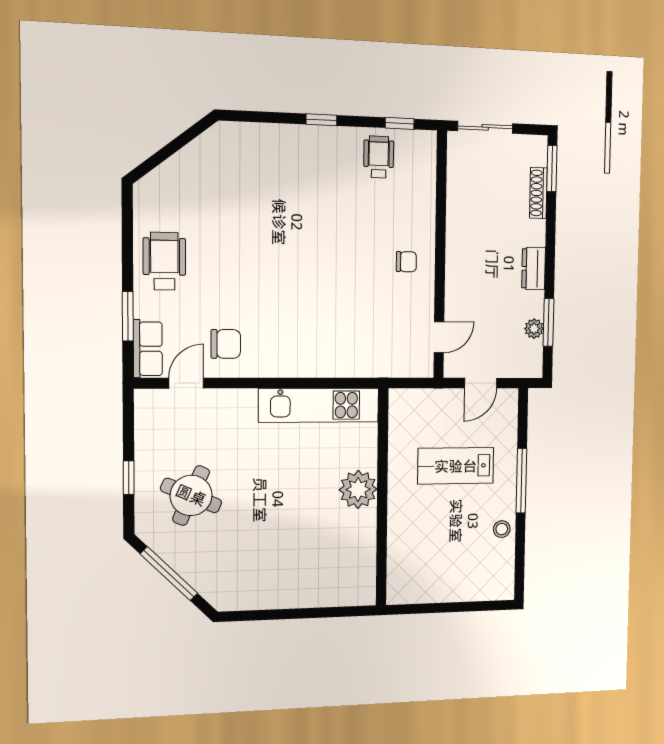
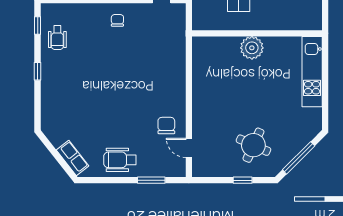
wheelchair: (379, 157) -> (57, 38), turned -90
row of seats: (148, 349) -> (73, 158), moved, turned 52
kitchen unit: (319, 405) -> (312, 72), moved, turned 180

